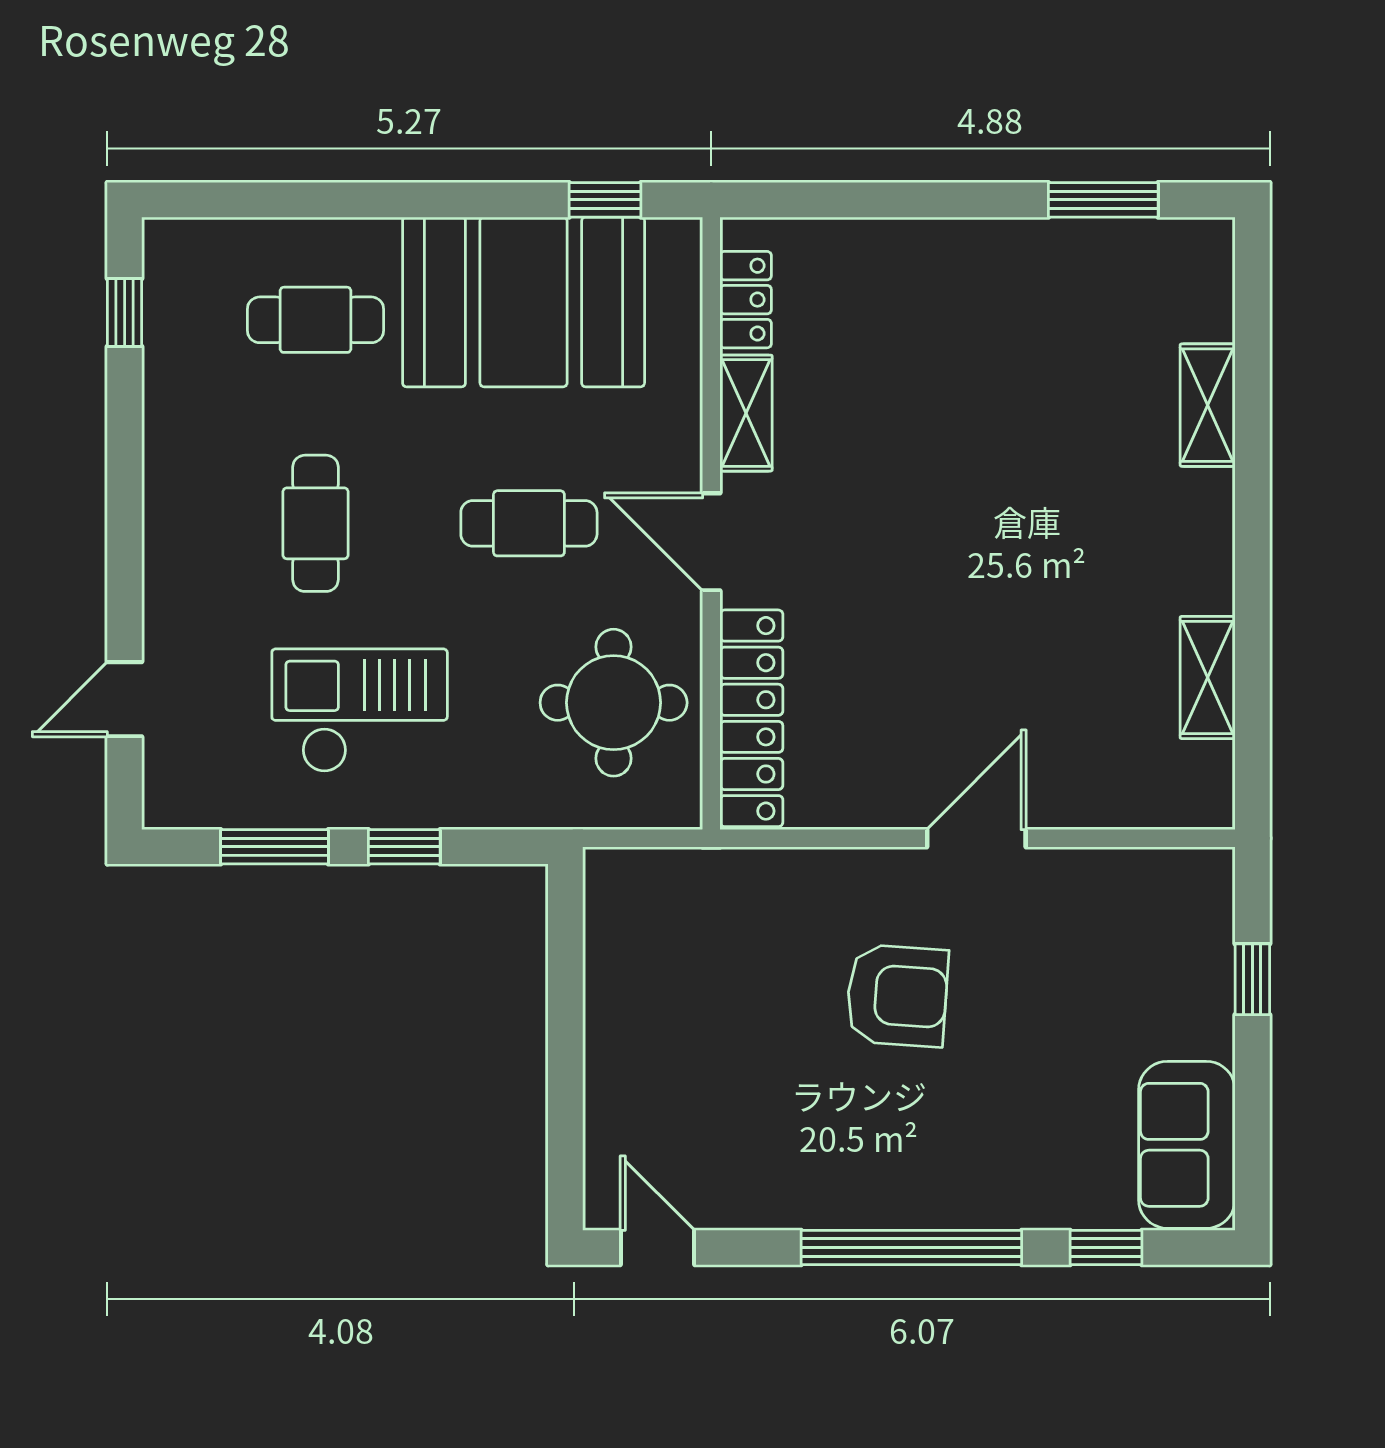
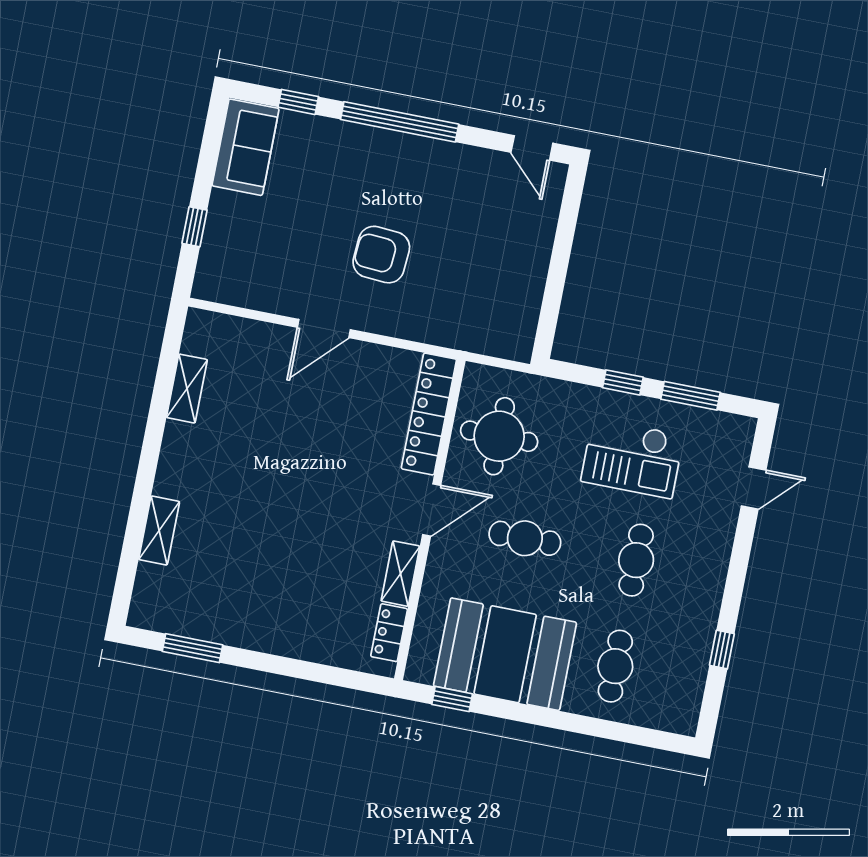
window: (125, 313) -> (722, 650), moved
cafe table: (315, 320) -> (615, 666), turned 90
door: (711, 542) -> (432, 510), hinge flipped

